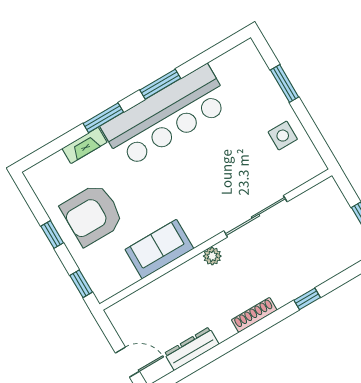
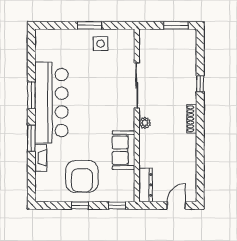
window: (285, 84) -> (90, 25), moved
dresser: (192, 349) -> (146, 185), moved, turned 180

